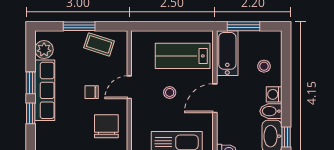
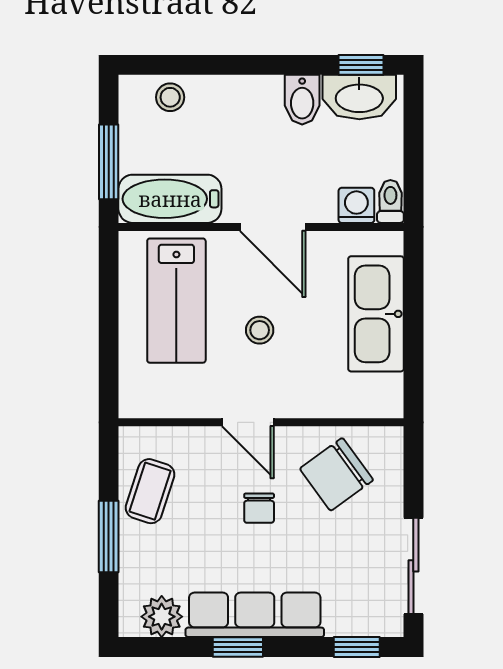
stool: (264, 66) -> (170, 97), moved
washing machine: (274, 94) -> (356, 205), moved, turned 180
window: (31, 113) -> (357, 647), moved
chair: (106, 126) -> (337, 474), turned -36

